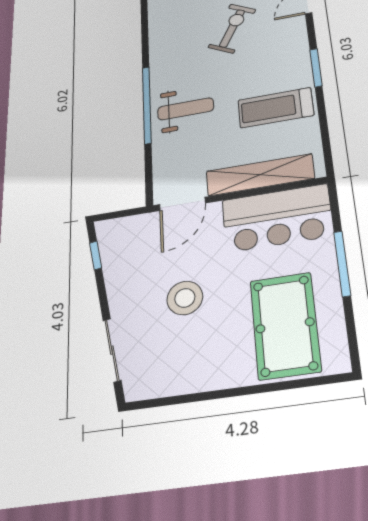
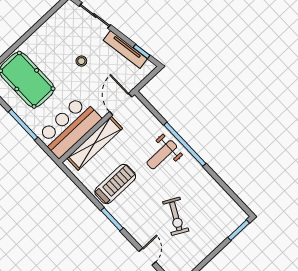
tv unit: (114, 273) -> (125, 49), added
stool: (185, 298) -> (81, 61), width x0.53, depth x0.53

